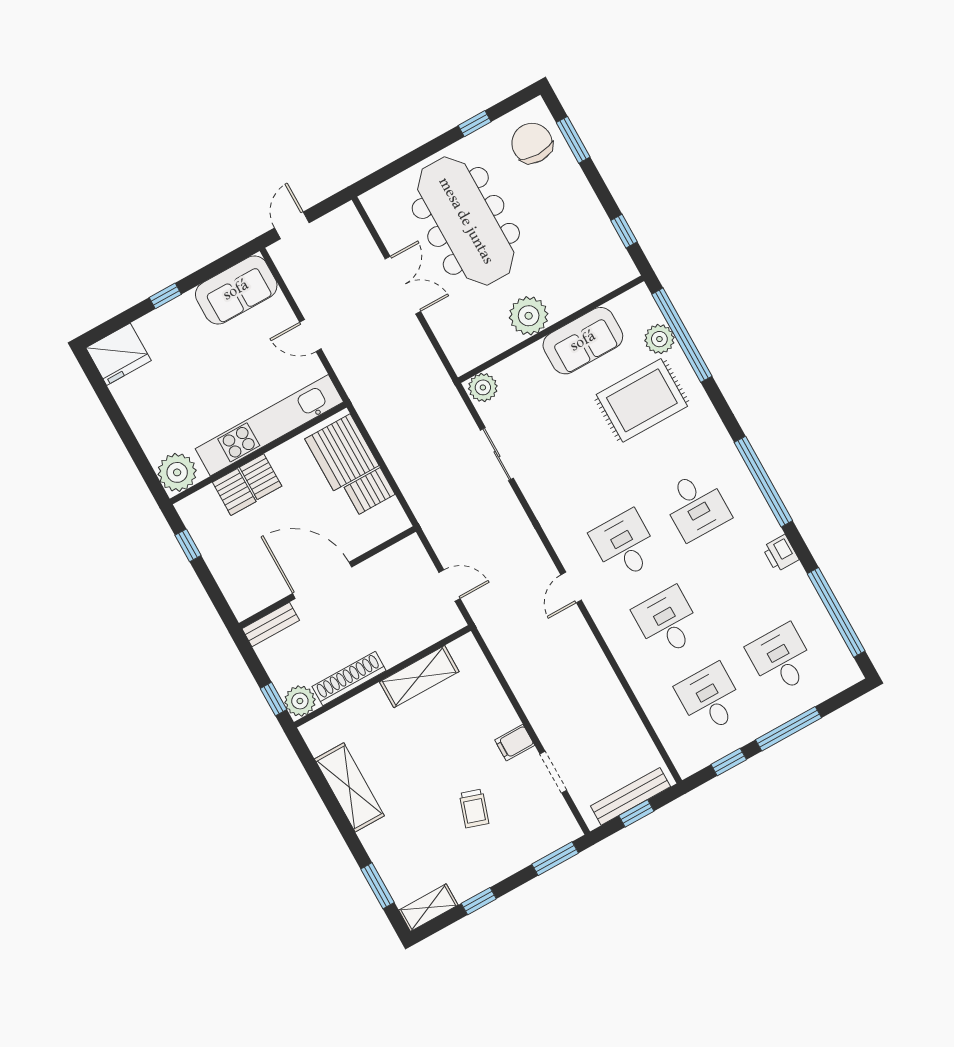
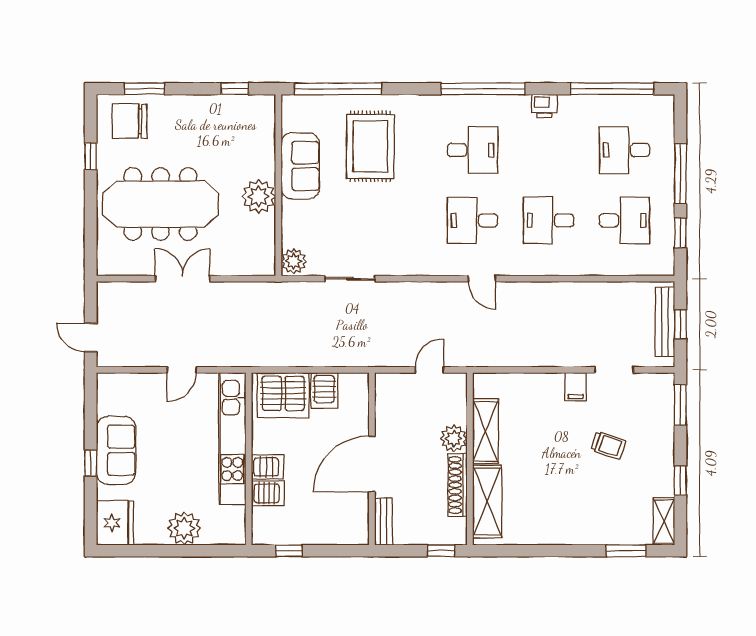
sofa: (236, 290) -> (116, 450), moved
plant: (659, 339) -> (331, 107), removed
plant: (177, 472) -> (184, 528), moved
desk: (710, 699) -> (625, 220), turned 180
plant: (300, 701) -> (454, 438), moved
shelving: (349, 787) -> (487, 502), moved, turned 90

